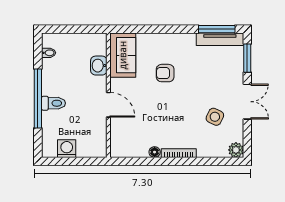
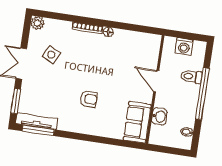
sofa: (123, 55) -> (137, 122), moved
washbasin: (99, 66) -> (159, 116), moved
wall: (108, 95) -> (155, 89), moved
toilet: (53, 103) -> (191, 77), moved
door: (108, 105) -> (156, 81), moved

